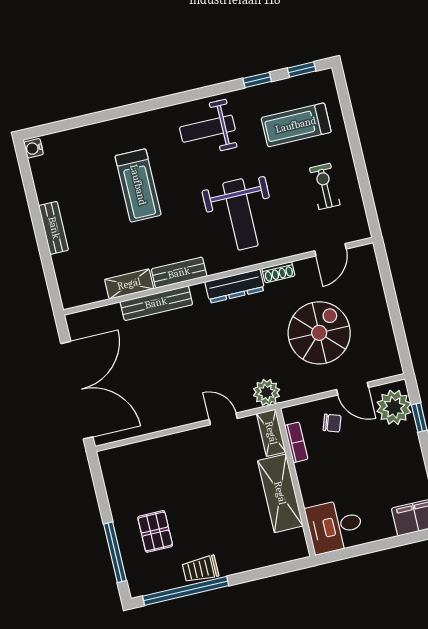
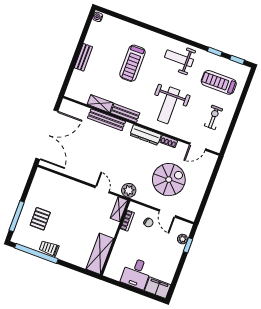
plant: (394, 407) -> (182, 239), width x0.53, depth x0.53
shelving: (280, 493) -> (100, 254), moved
desk: (335, 526) -> (136, 273), moved, turned -90

